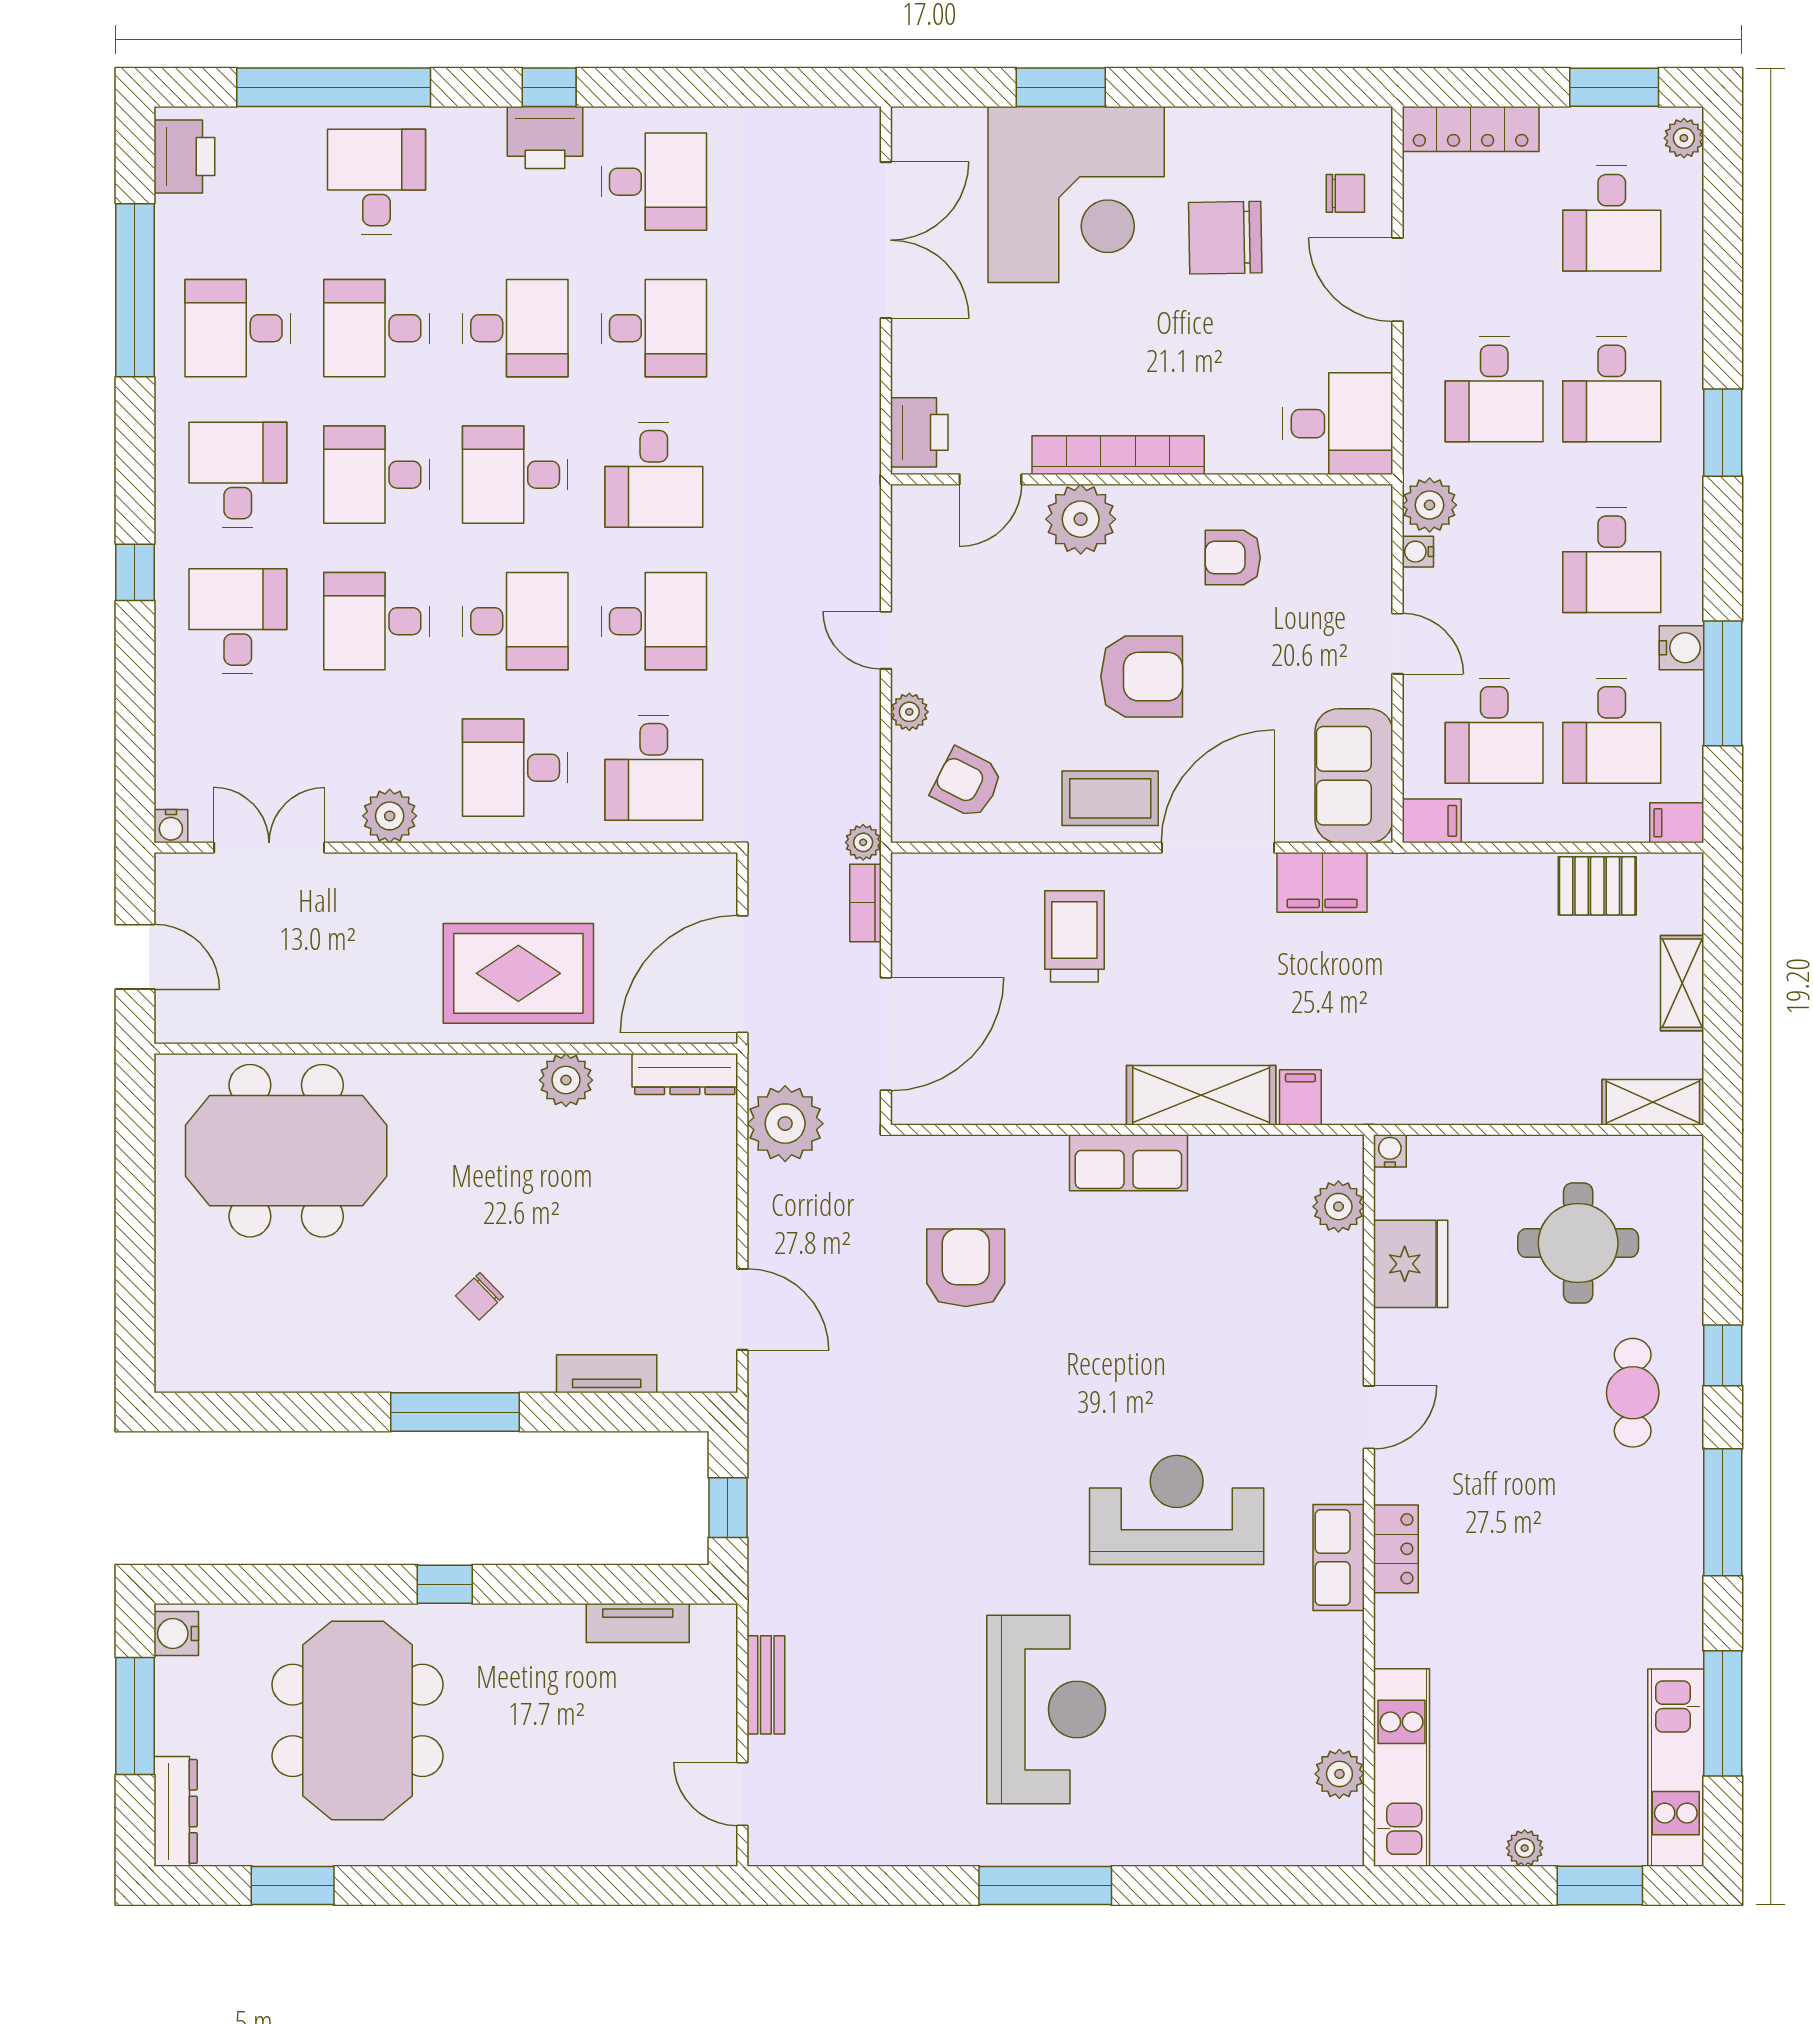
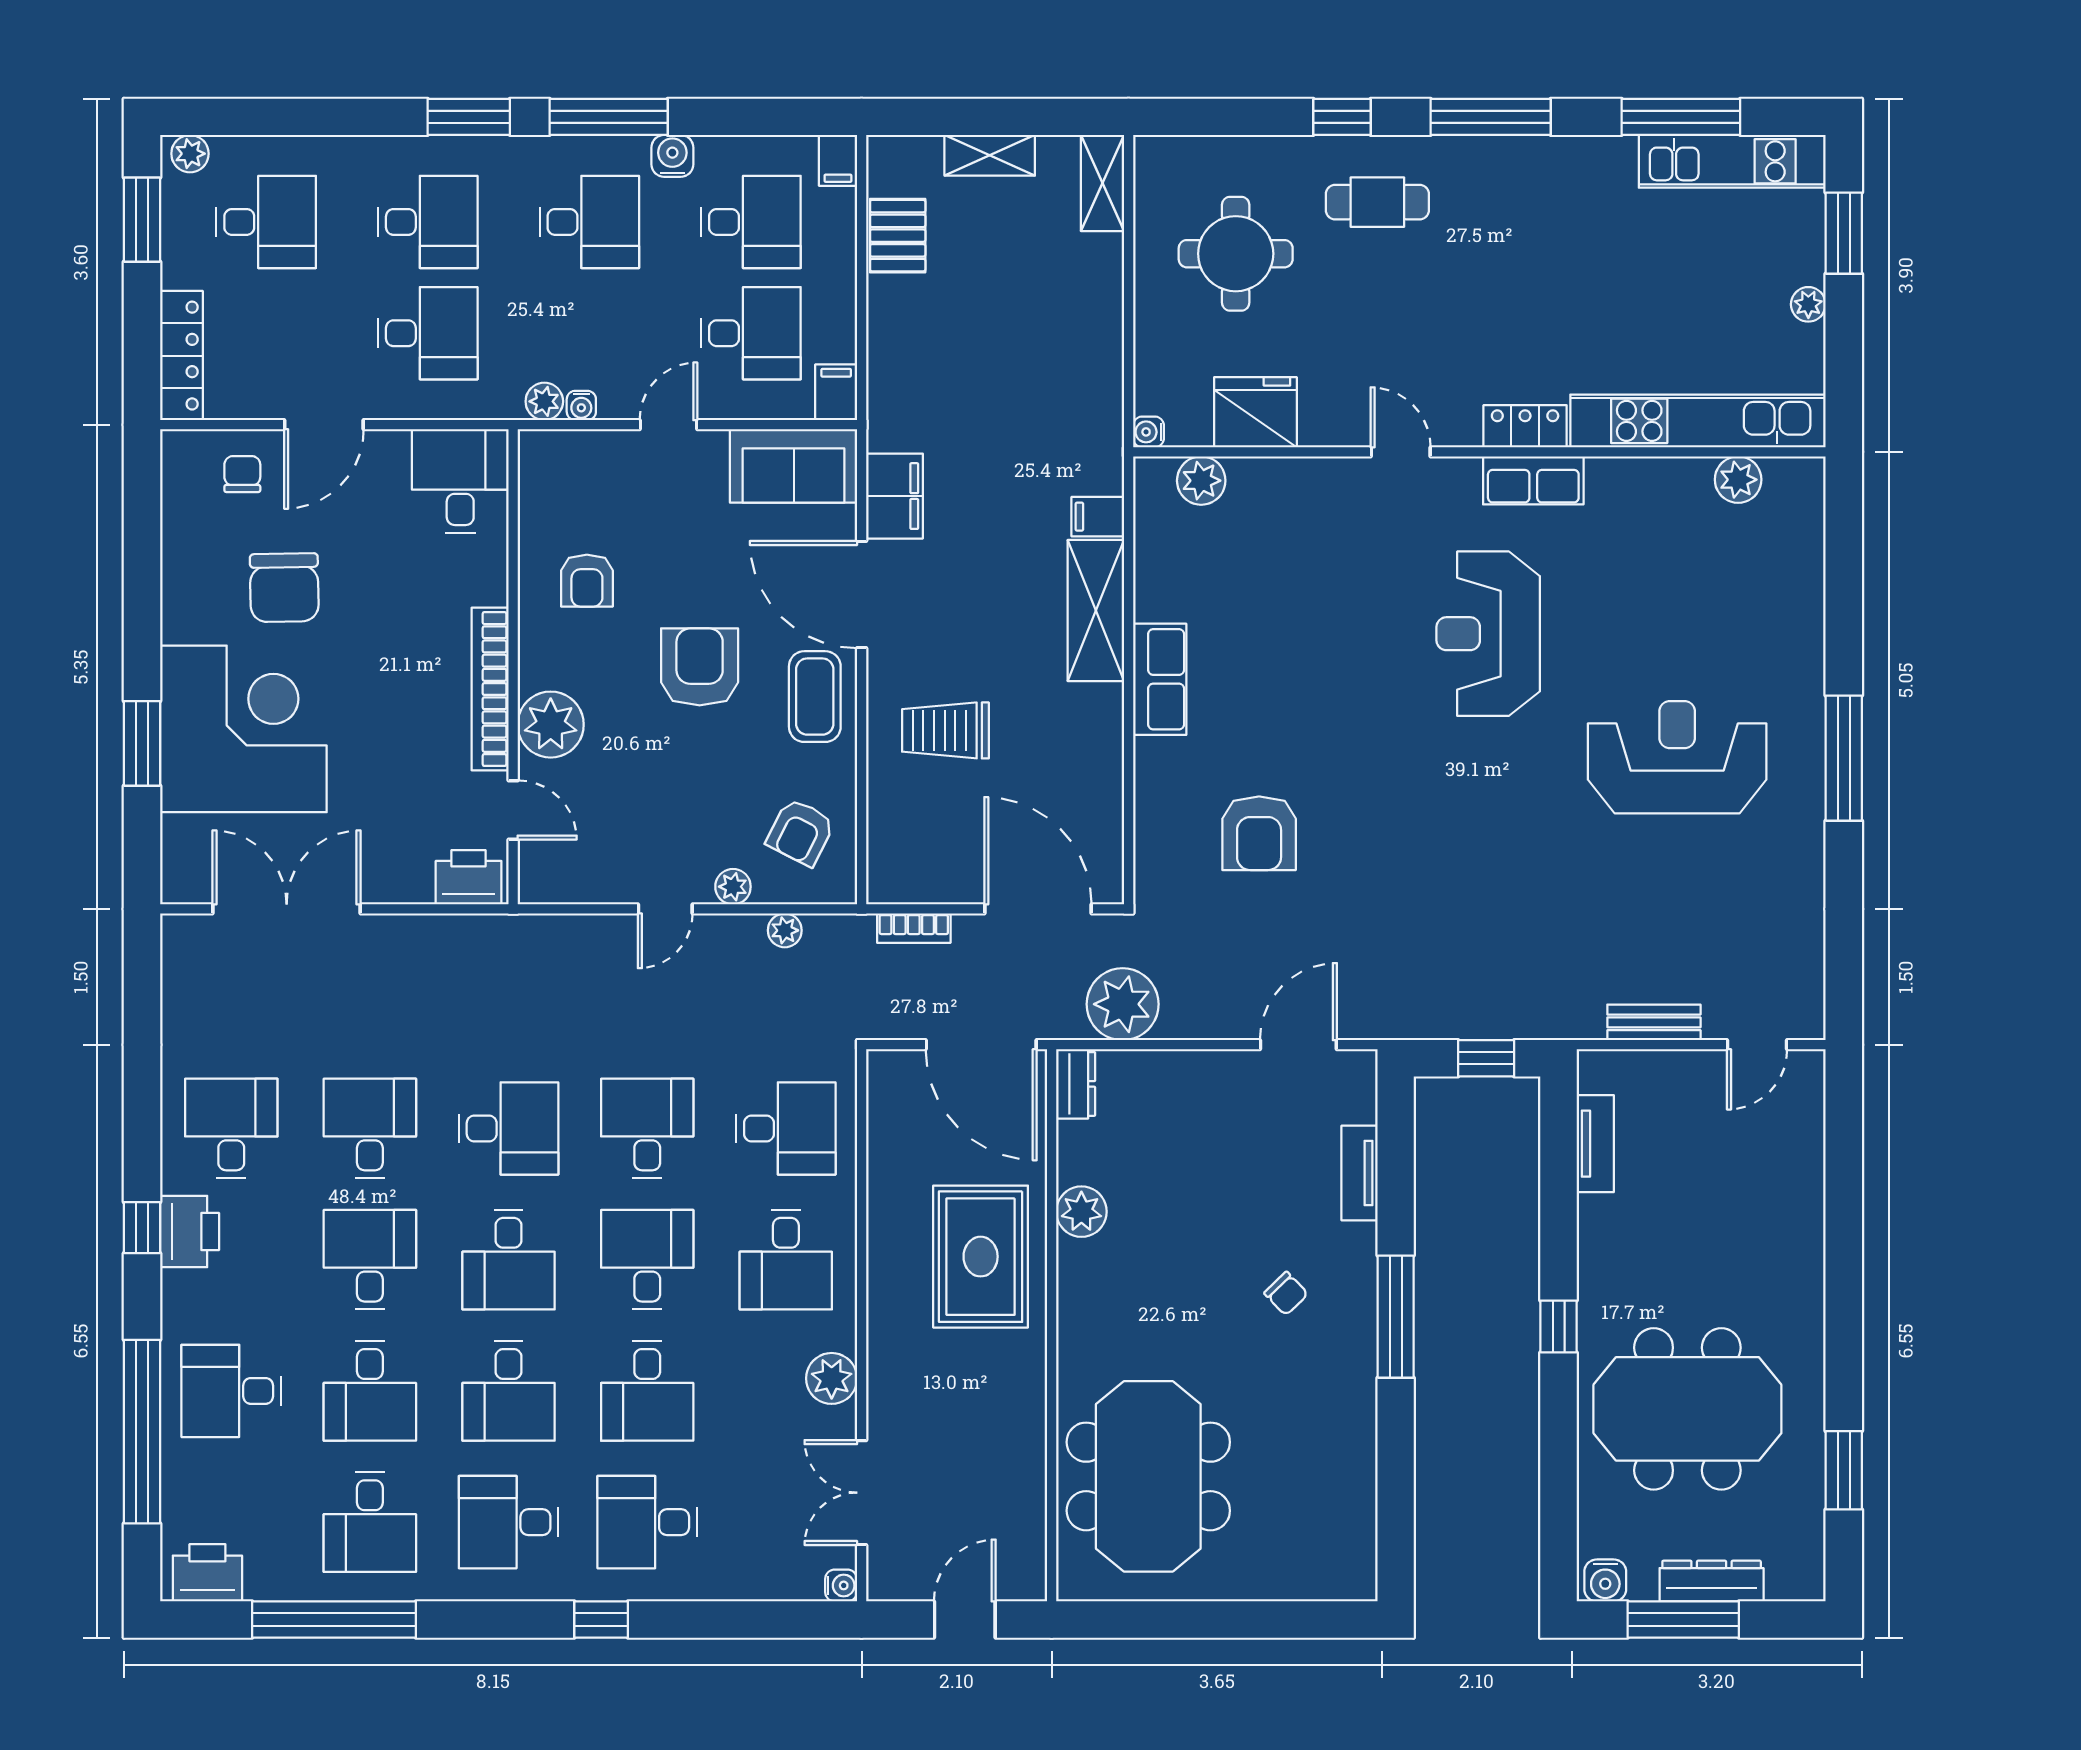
plant: (1430, 505) -> (544, 401), width x0.73, depth x0.73
window: (1723, 683) -> (609, 117), moved
plant: (863, 842) -> (785, 930), moved
dresser: (685, 1074) -> (1076, 1084), width x0.70
armchair: (966, 1268) -> (1259, 833), turned -90
kitchen unit: (1401, 1767) -> (1698, 421), width x1.36
dresser: (176, 1811) -> (1712, 1581), moved

